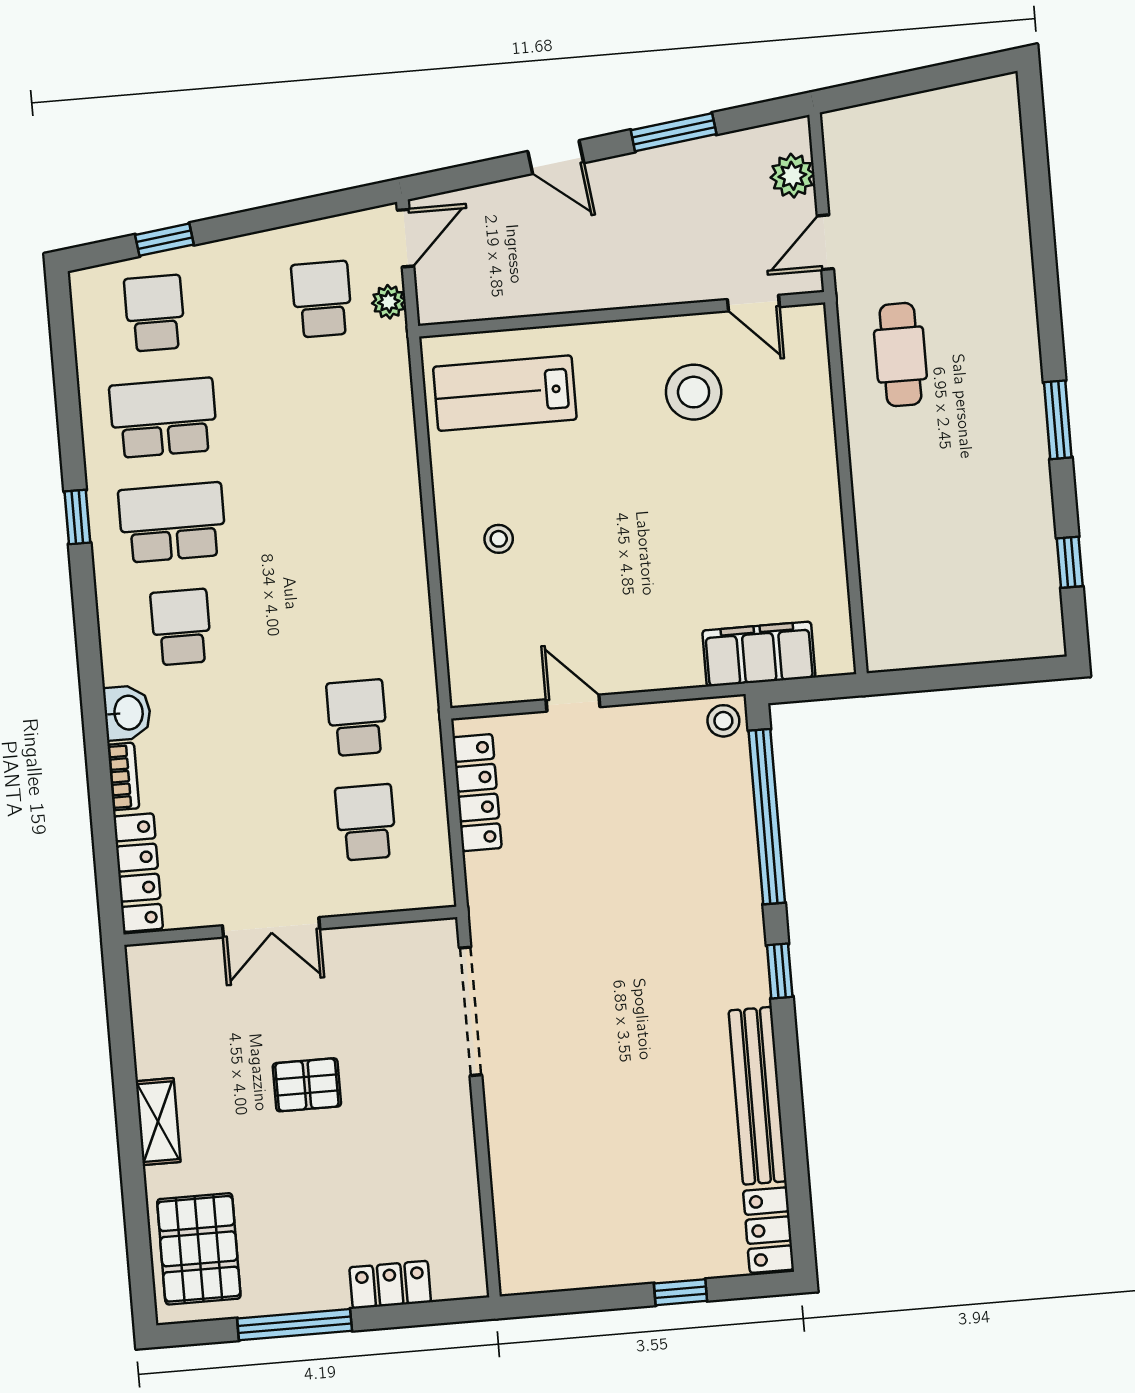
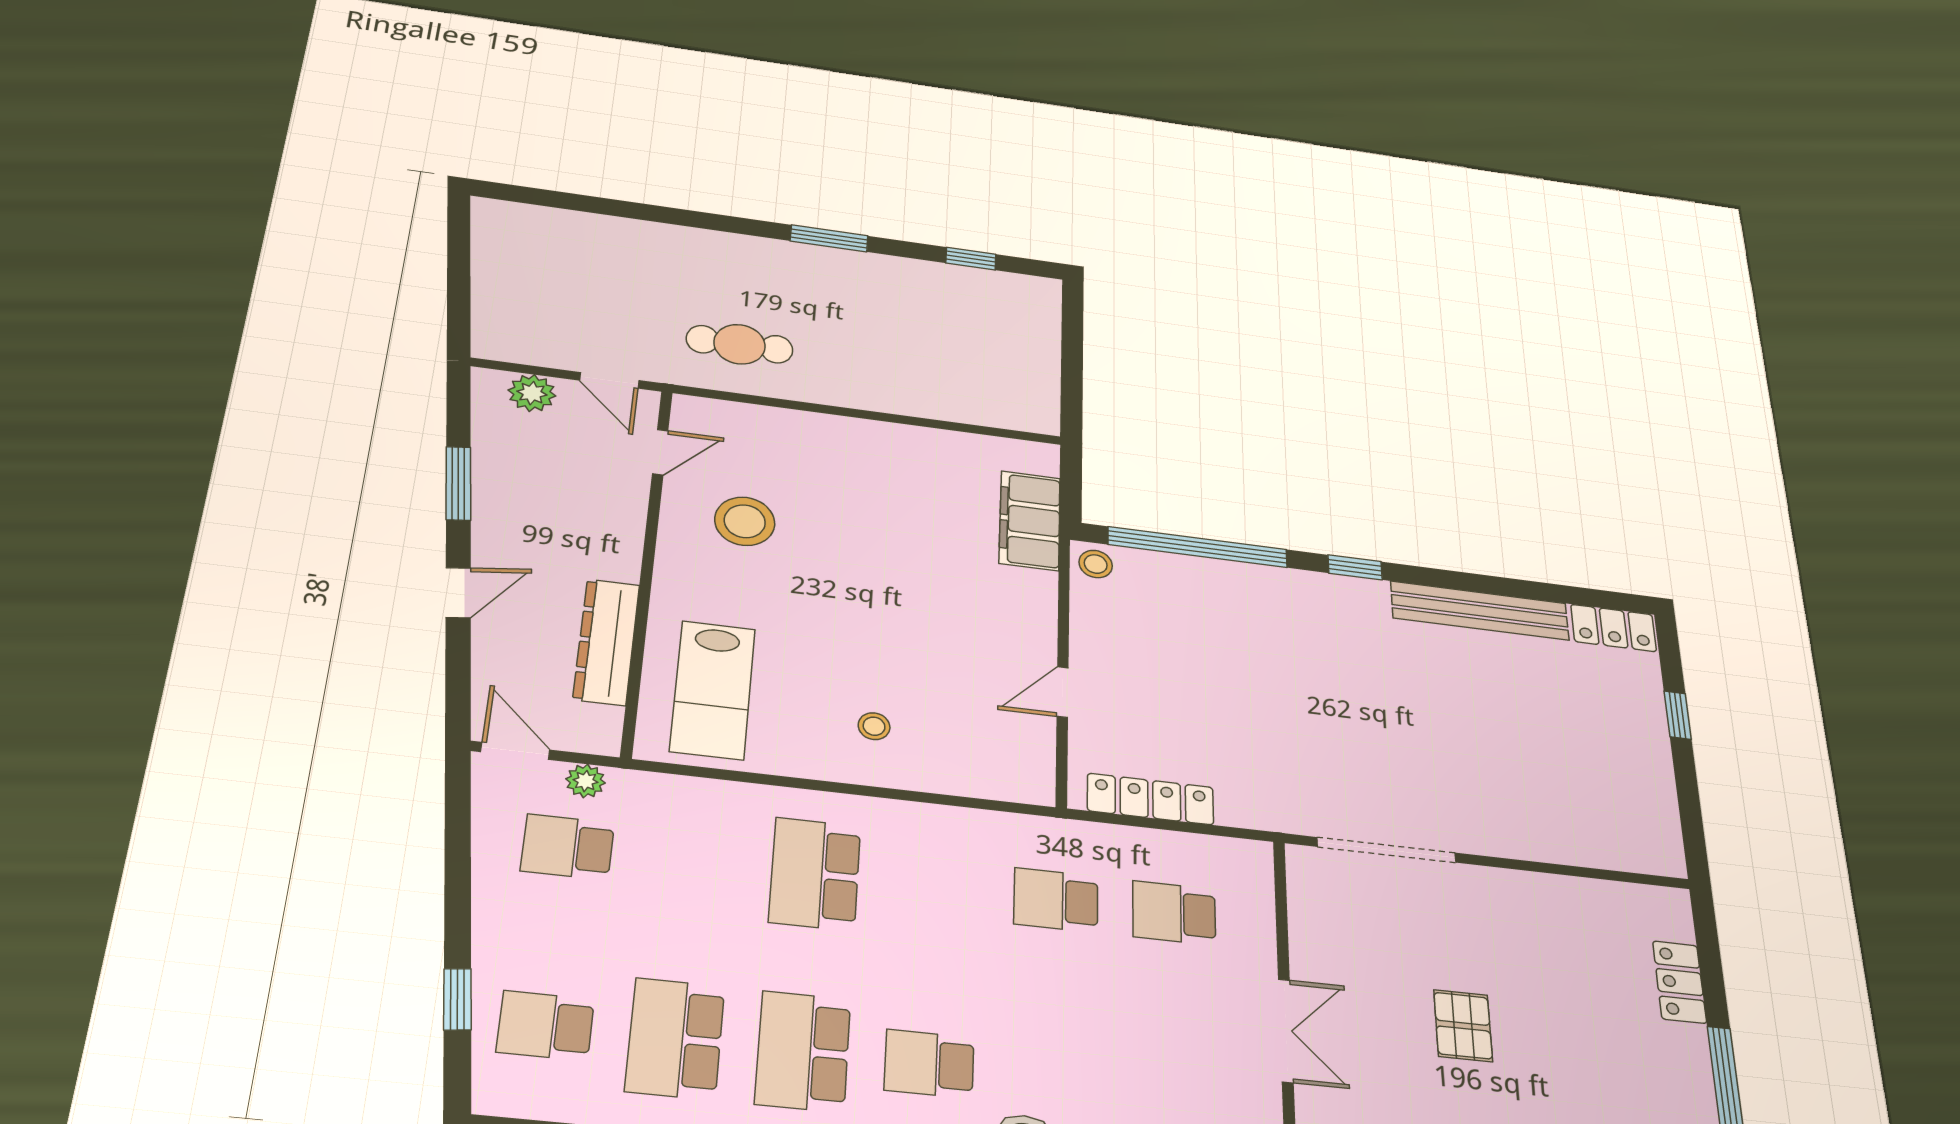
dresser: (534, 293) -> (606, 642), added
school desk: (339, 508) -> (815, 874), added

